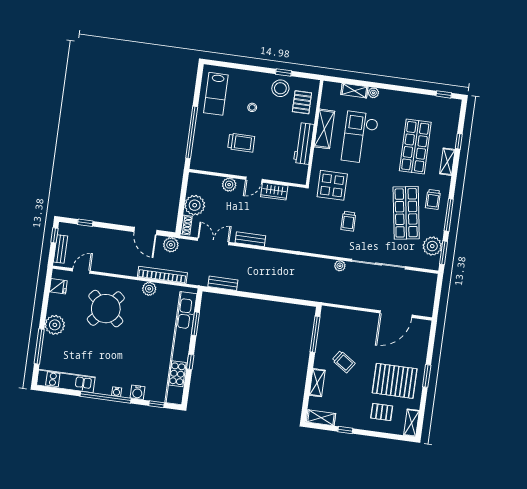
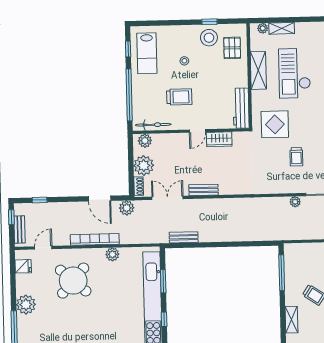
window: (198, 87) -> (128, 49), added
plant: (373, 93) -> (263, 28), moved
workbench: (304, 143) -> (241, 108), moved
bicycle: (211, 166) -> (153, 125), added
plant: (229, 185) -> (145, 141), moved
bookcase: (162, 275) -> (95, 239), moved

